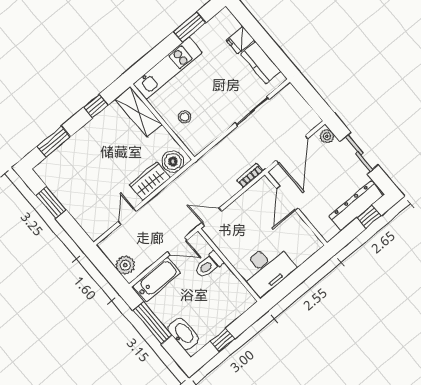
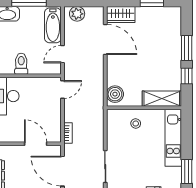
window: (54, 142) -> (187, 48), moved
wardrobe: (150, 181) -> (121, 15), moved, turned 90
door: (127, 216) -> (105, 39), width x1.88
toilet: (209, 265) -> (21, 64), moved

